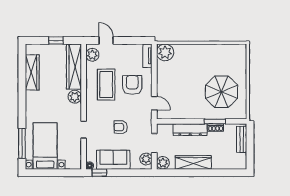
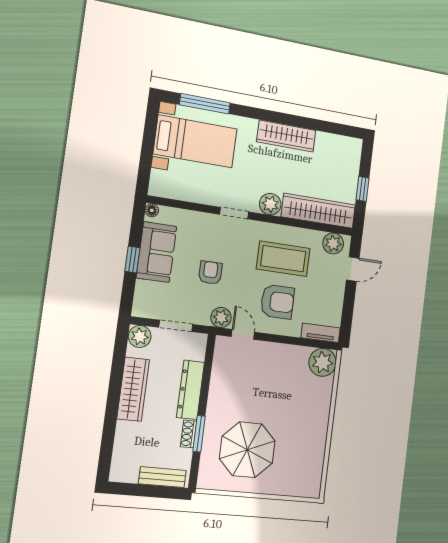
wardrobe: (32, 72) -> (286, 136), moved
door: (154, 103) -> (243, 334), swing flipped
doorway: (84, 130) -> (234, 213), moved
plant: (146, 159) -> (221, 317), moved
window: (99, 173) -> (132, 259), moved

